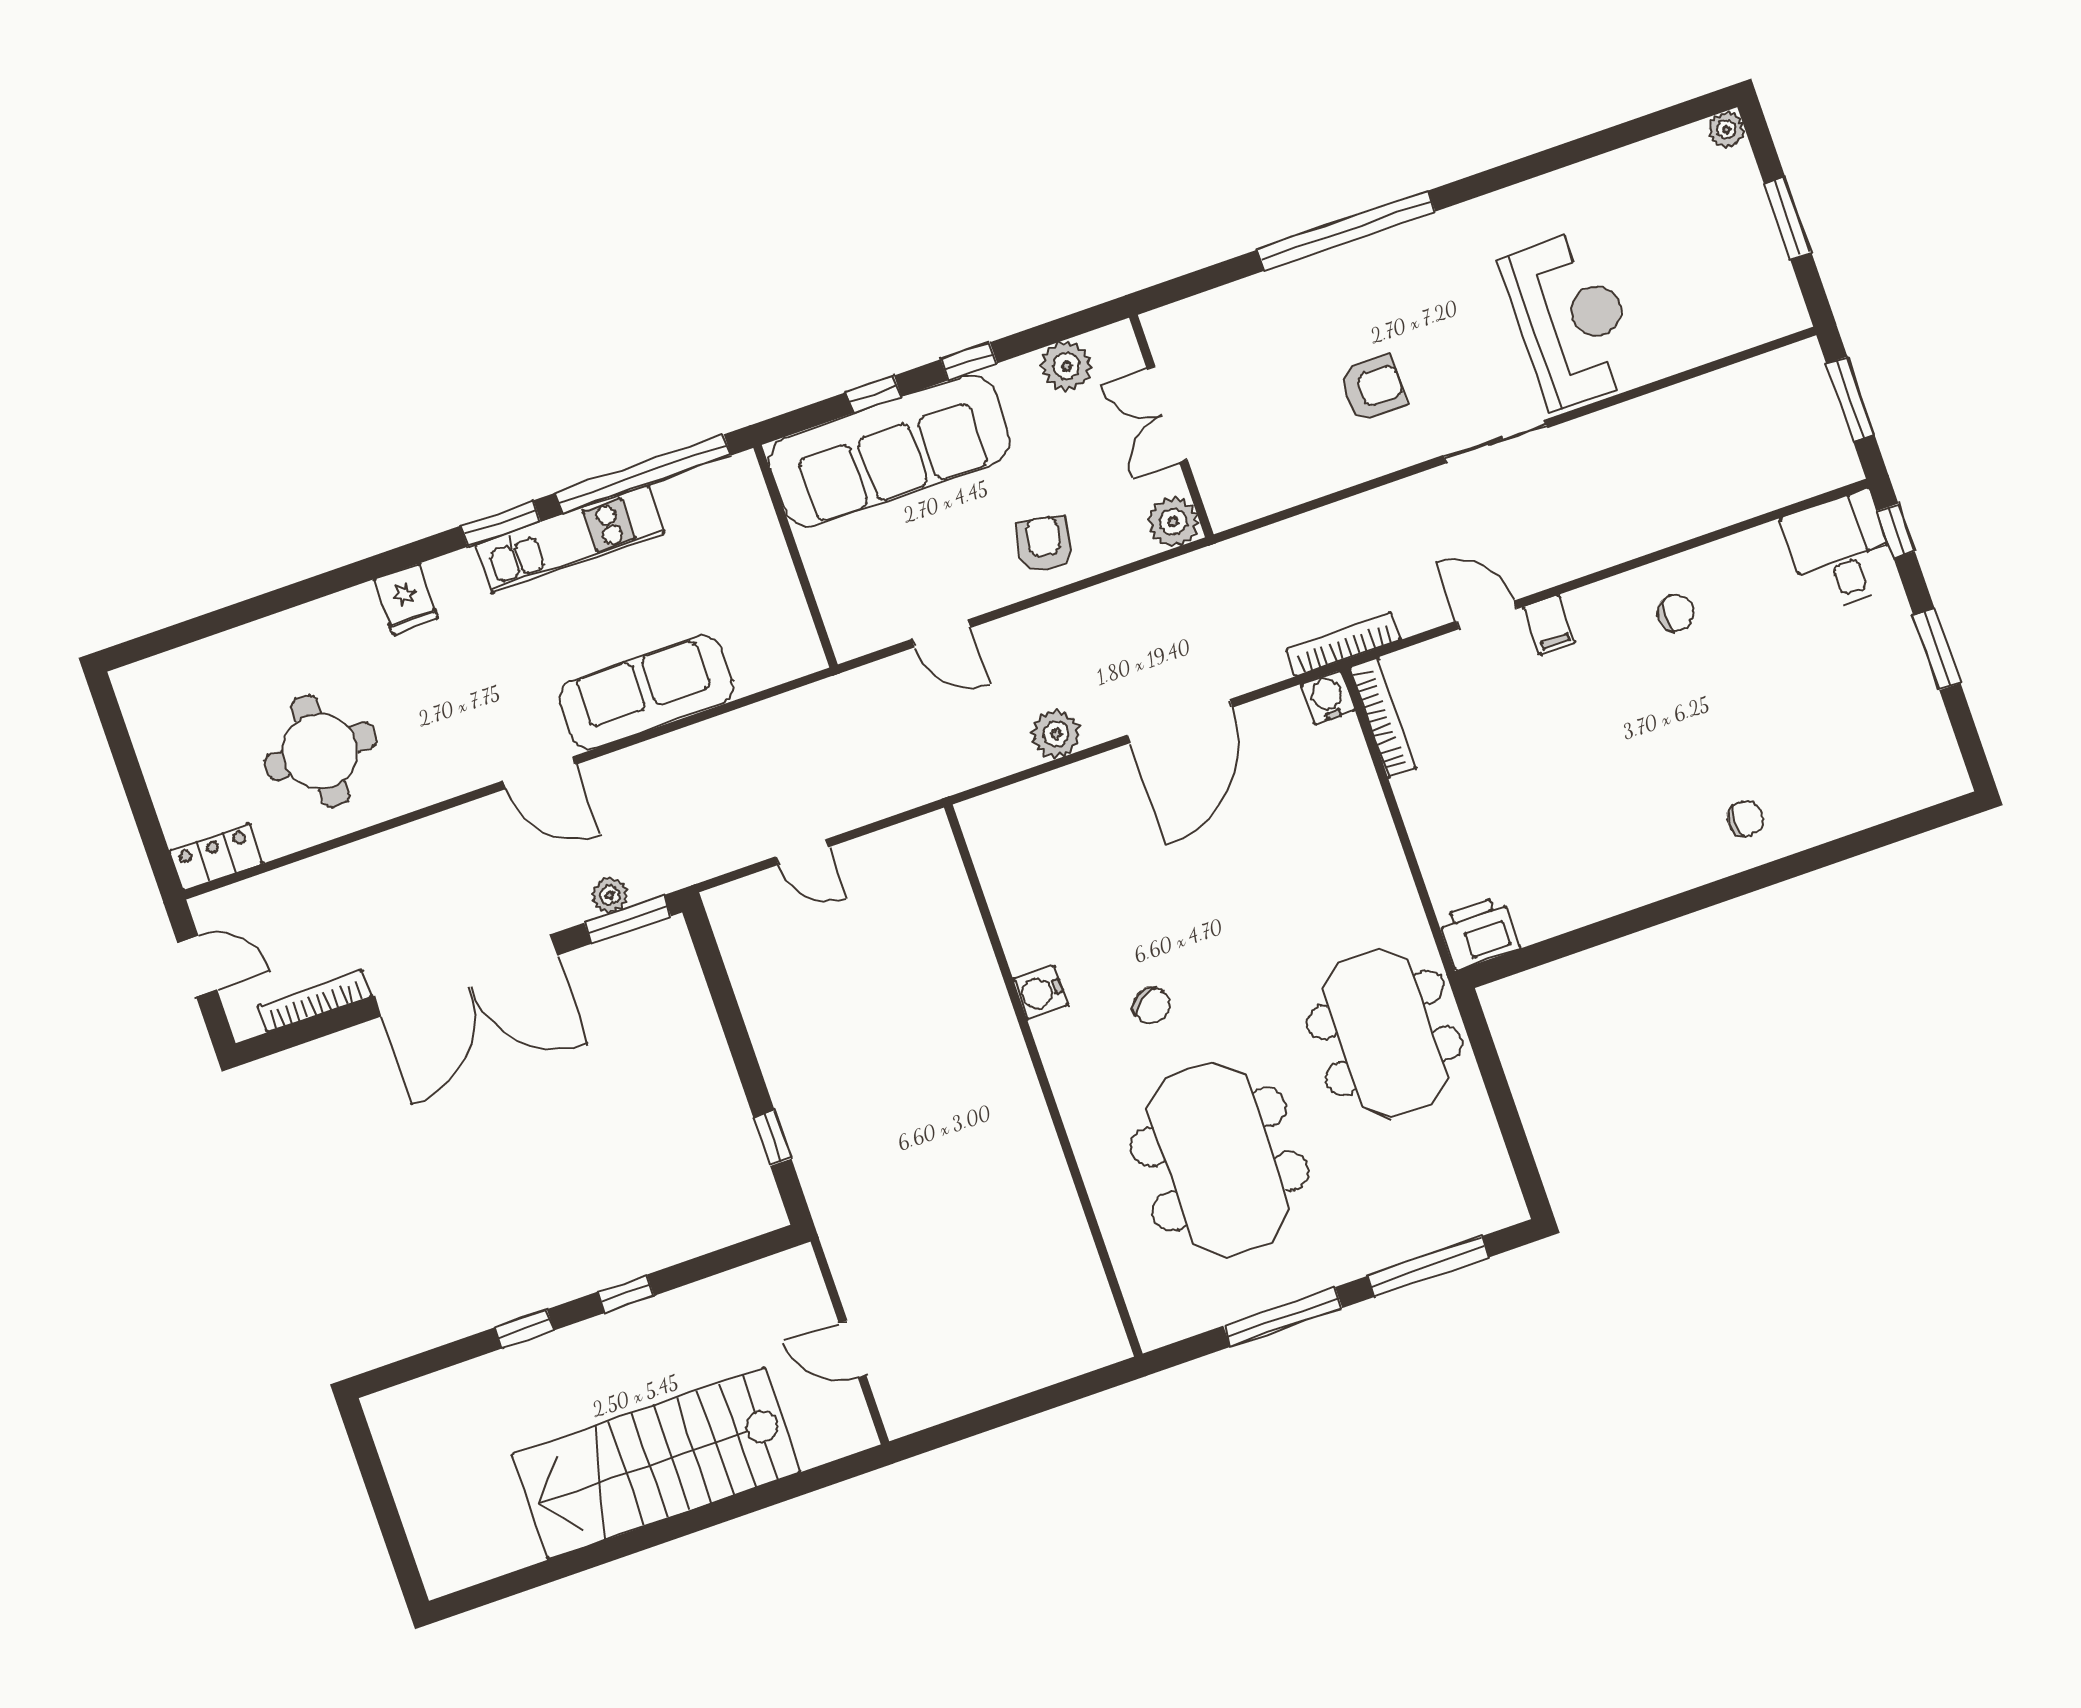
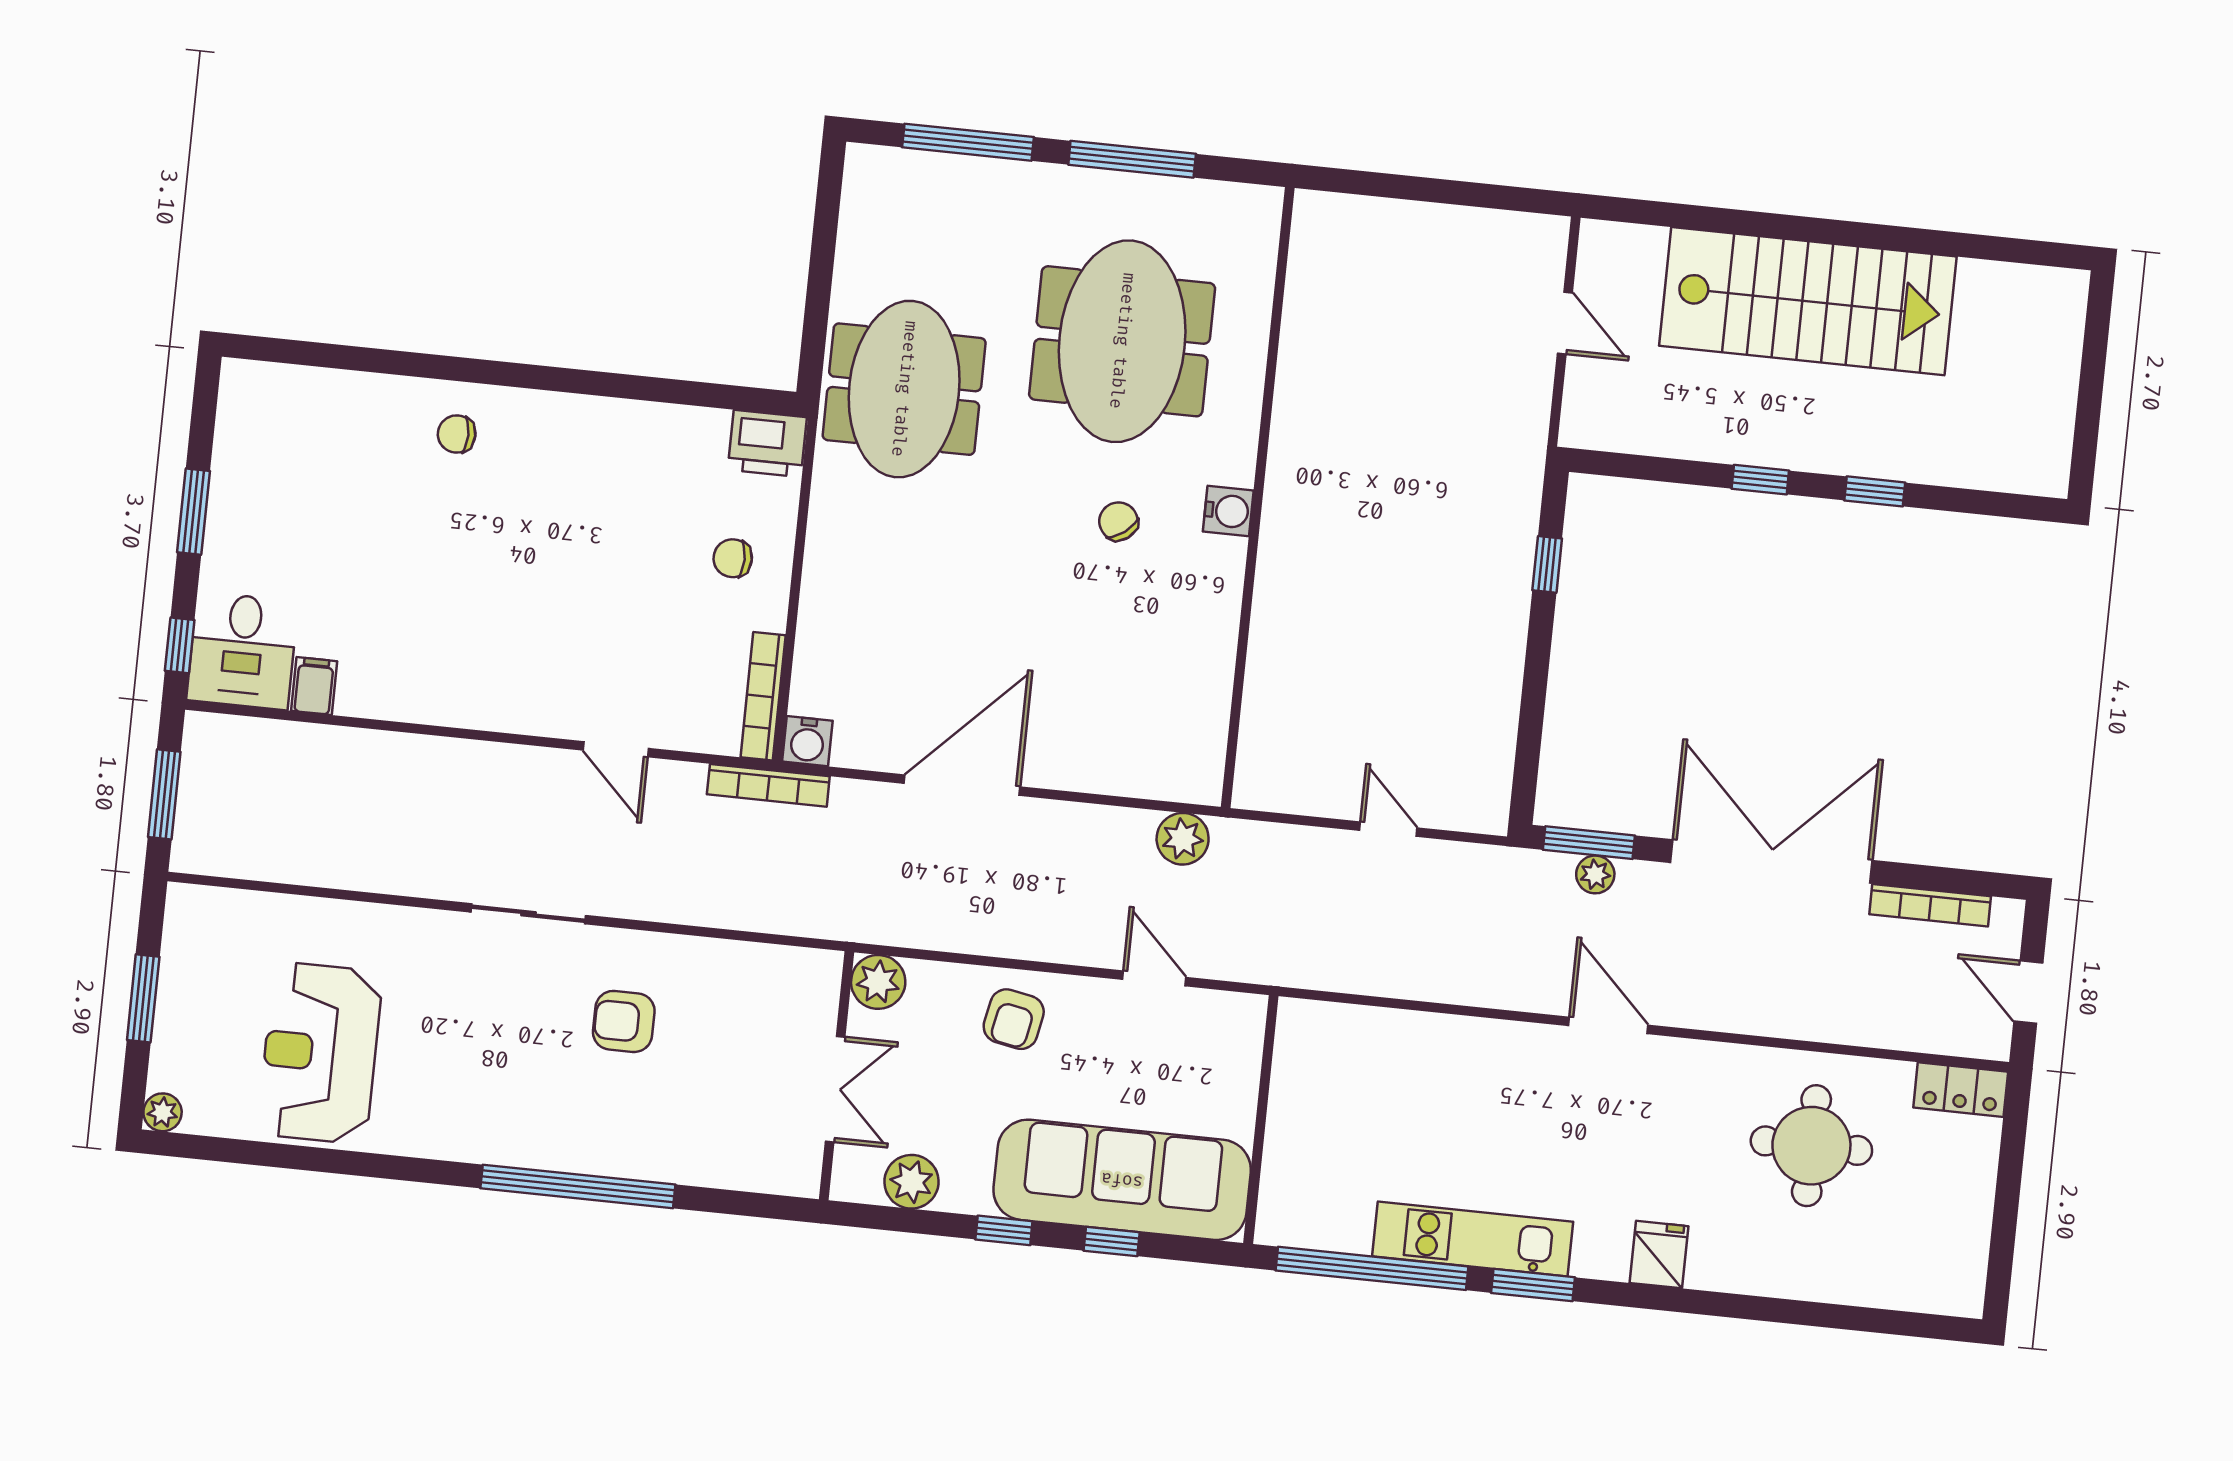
reception desk: (1571, 320) -> (320, 1053), moved
chair: (1676, 613) -> (733, 558), moved
filing cabinet: (1549, 625) -> (314, 686), moved
sofa: (646, 692) -> (1468, 1055), removed
plant: (1056, 734) -> (1183, 839), moved
water cooler: (1040, 992) -> (1228, 511), moved

